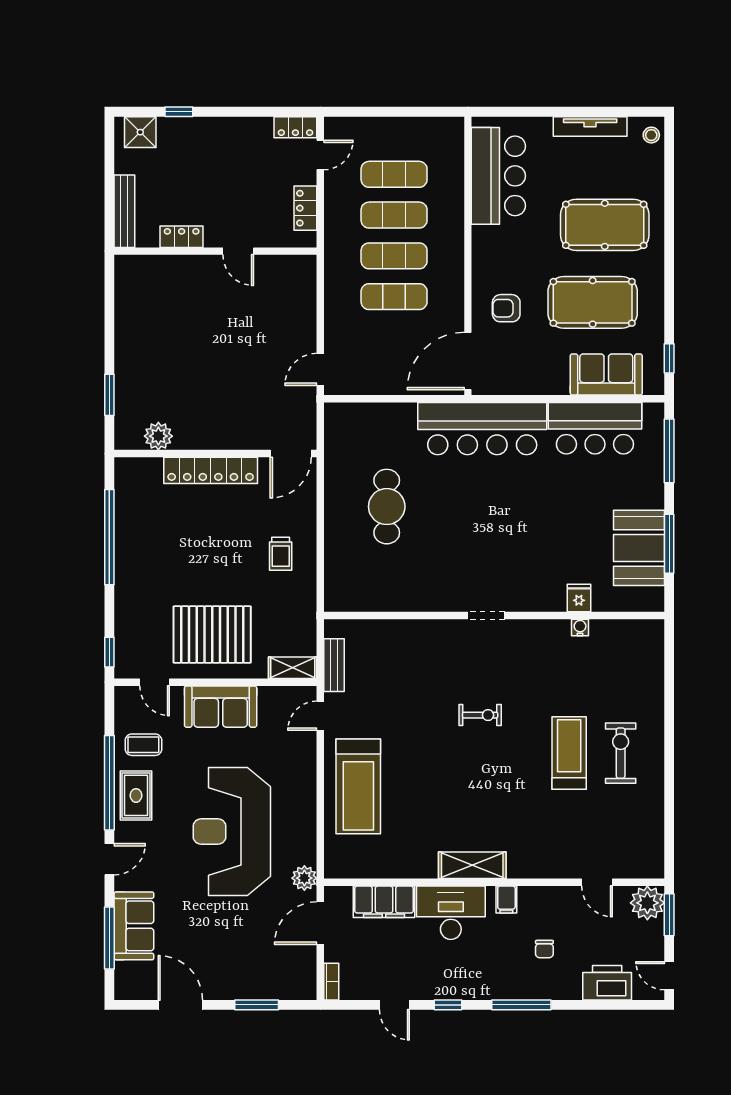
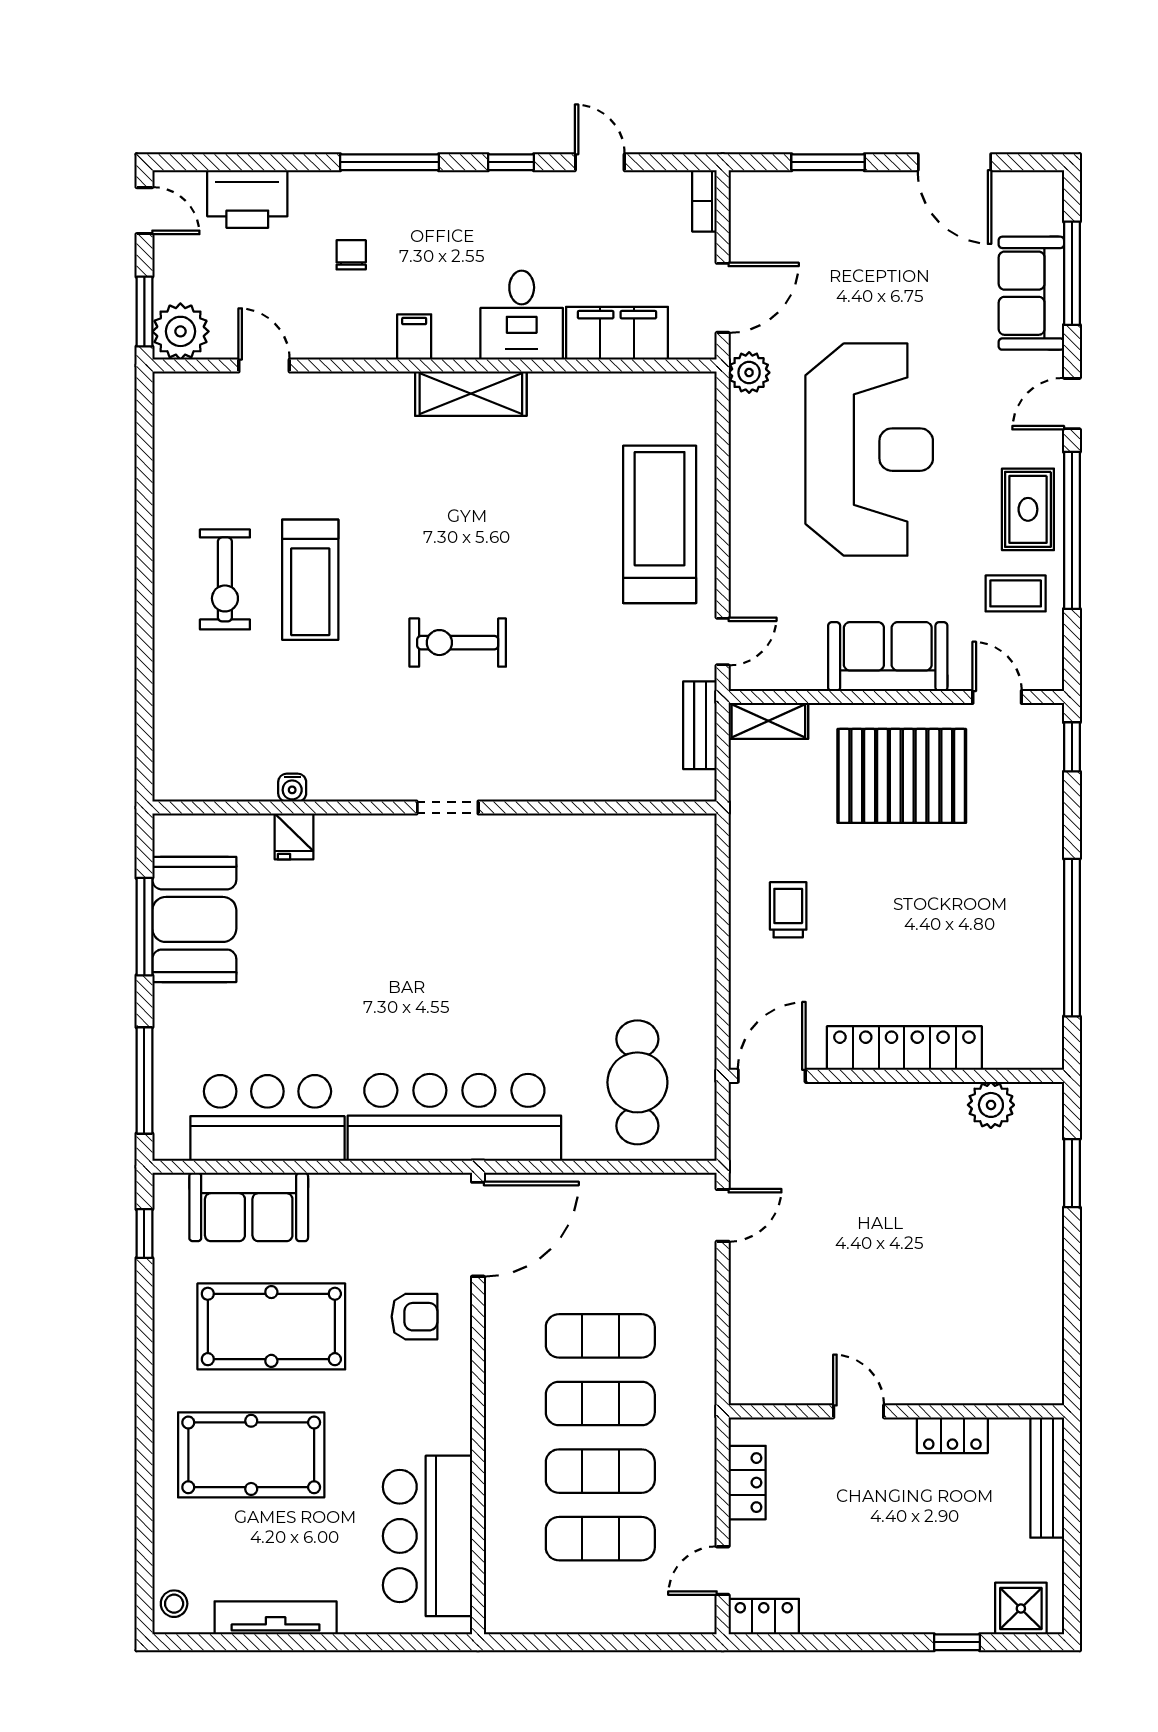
cafe table: (387, 507) -> (637, 1082), moved
exercise bike: (480, 715) -> (458, 643), width x1.38, depth x1.39
desk: (451, 913) -> (522, 315), width x0.73

